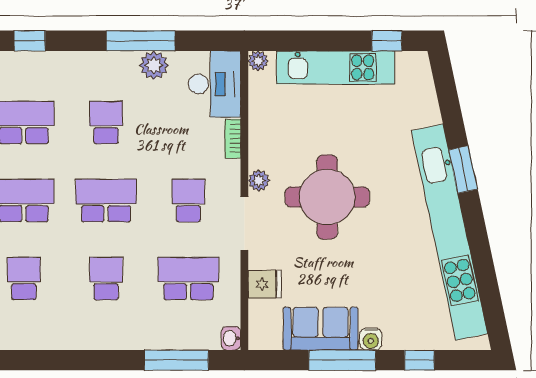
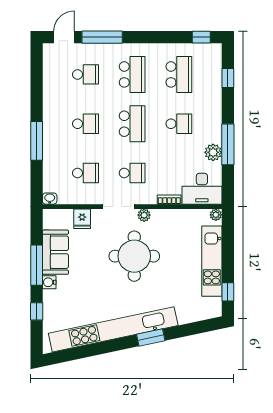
school desk: (188, 278) -> (85, 173), width x0.54
window: (176, 360) -> (37, 141), moved

